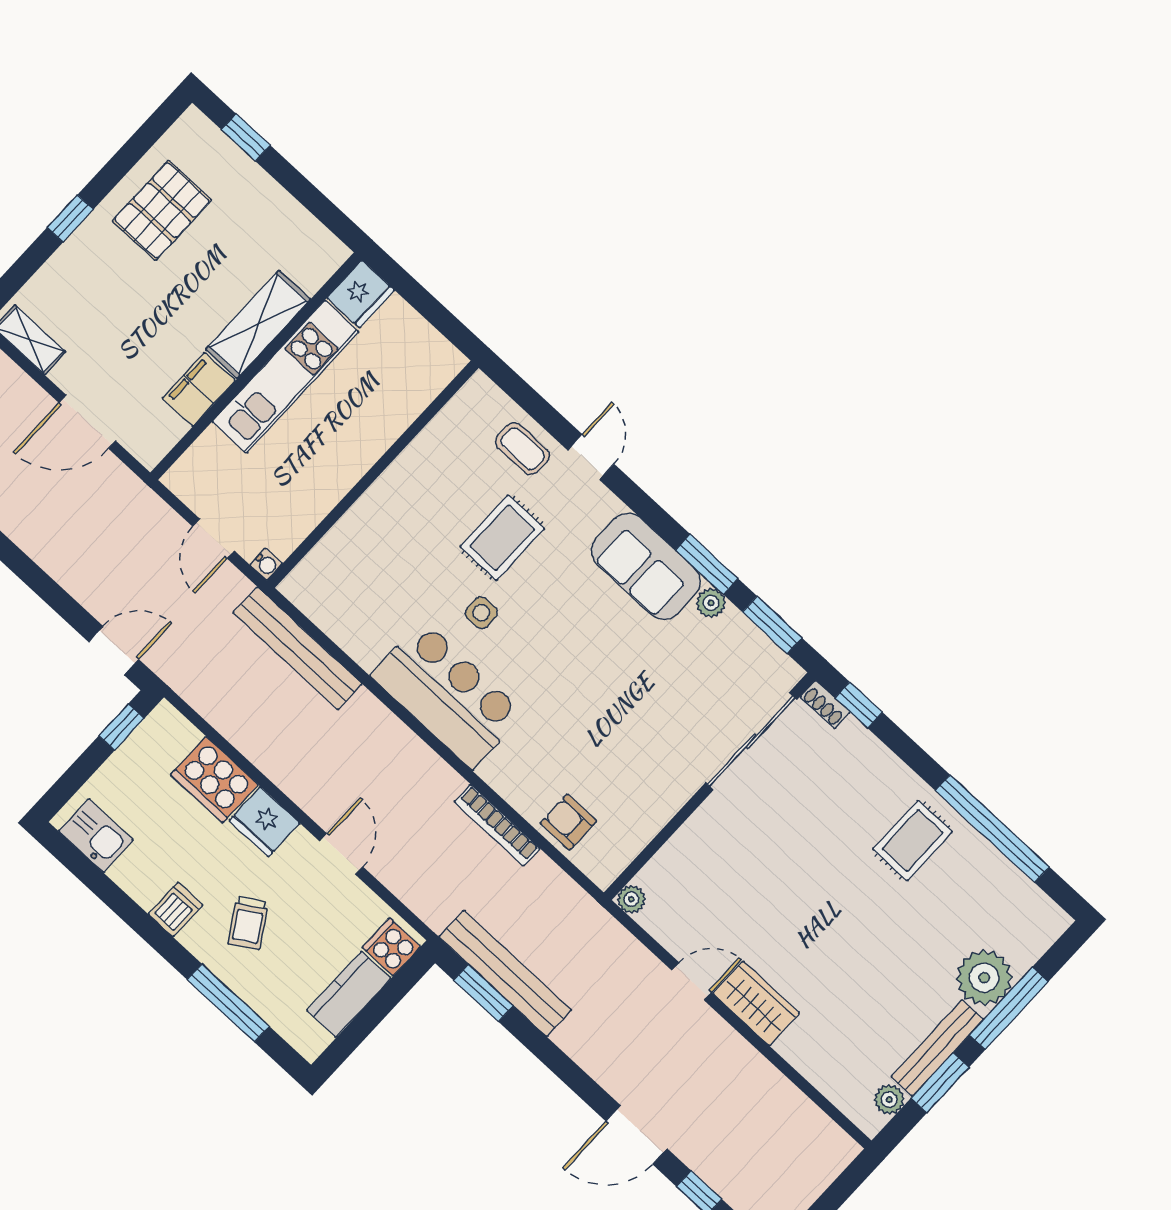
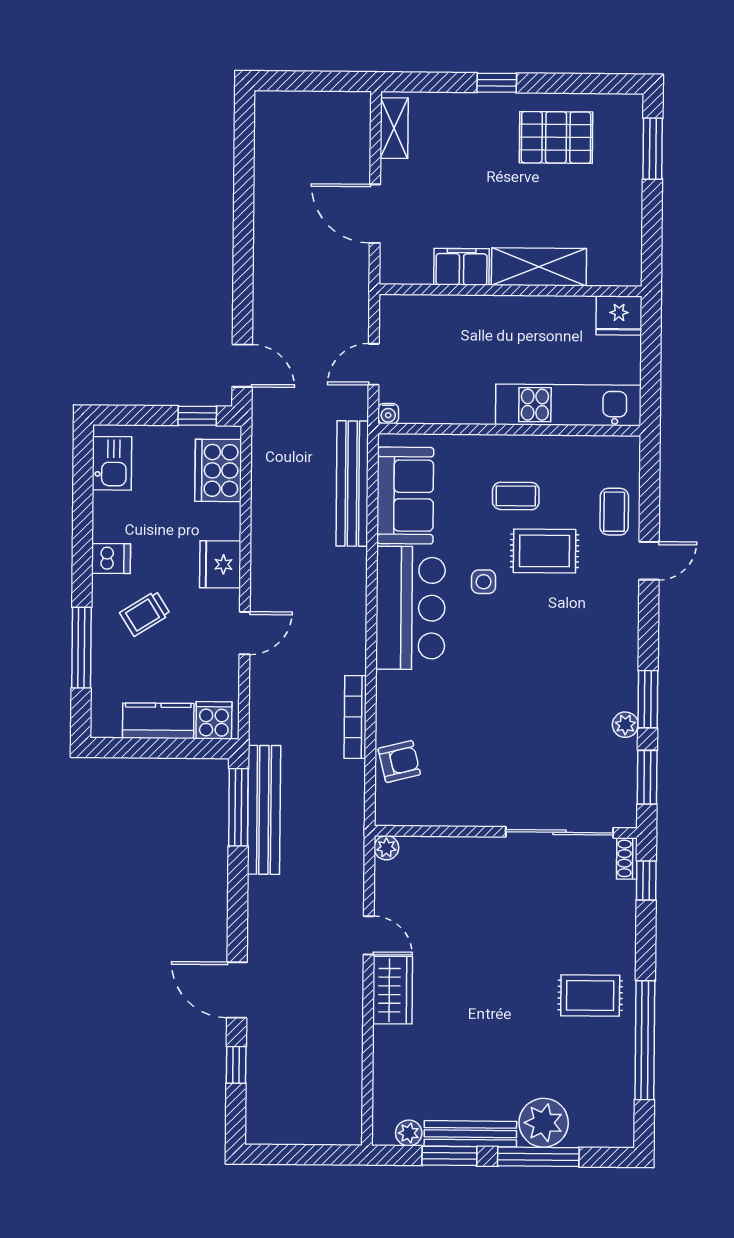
window: (246, 137) -> (653, 149), width x1.50
kitchen unit: (286, 377) -> (568, 405), moved, turned 180
coffee table: (434, 520) -> (516, 496), added
sofa: (646, 566) -> (405, 496), moved, turned 180
cooker: (214, 780) -> (218, 470), moved
armchair: (568, 822) -> (399, 761), turned 76
window: (483, 993) -> (238, 807), width x1.44

